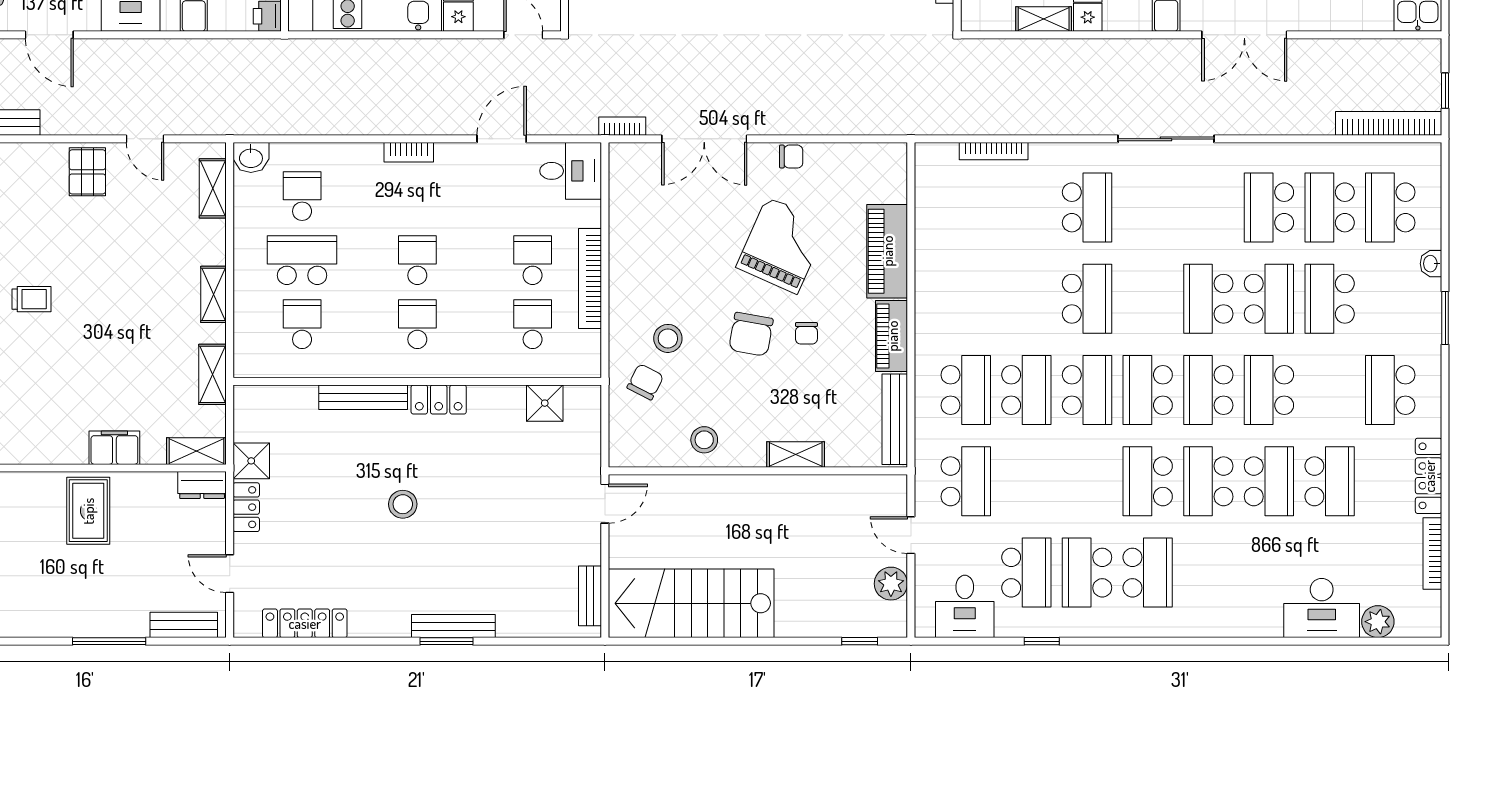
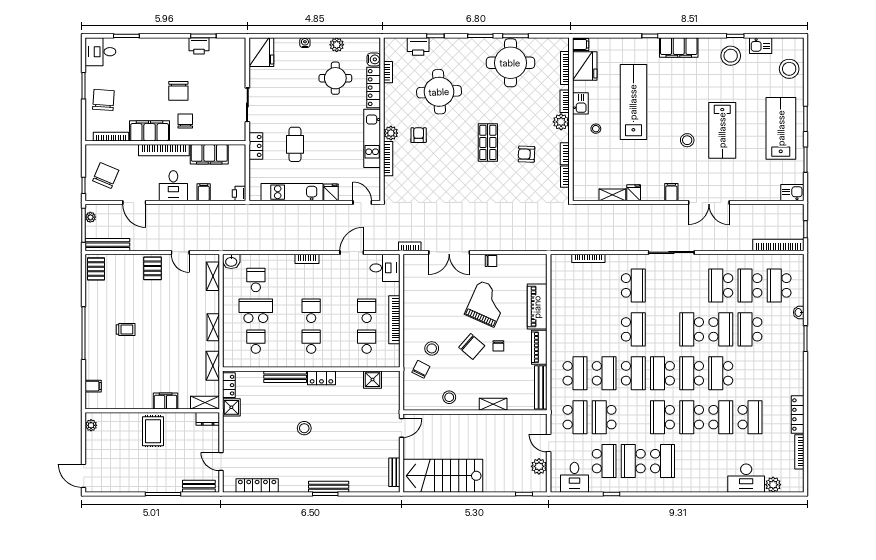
chair: (751, 334) -> (472, 346), turned -59
school desk: (1390, 390) -> (604, 417), moved
locker: (246, 507) -> (229, 385), moved

